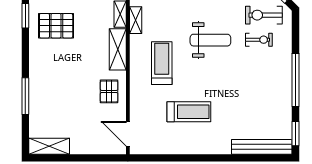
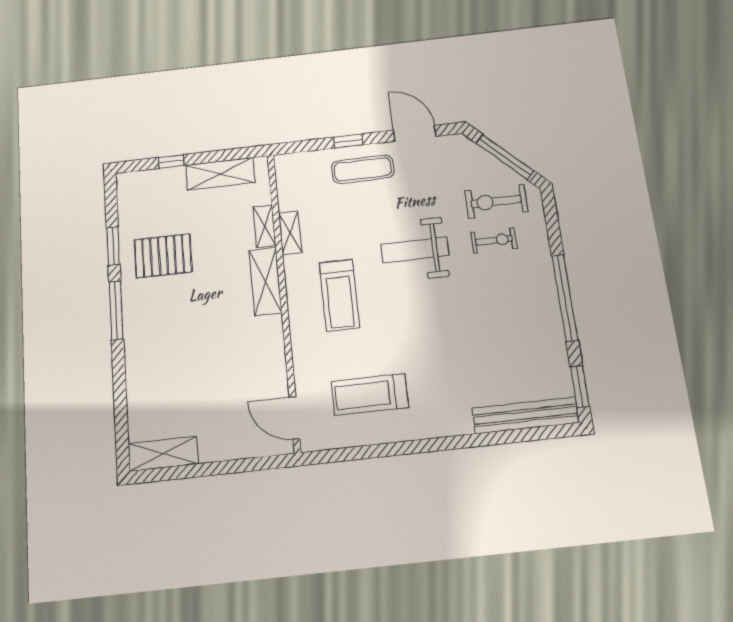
weight bench: (210, 40) -> (415, 250), turned 180
treadmill: (162, 63) -> (339, 295), turned 180
pallet: (109, 91) -> (257, 351), removed
window: (25, 96) -> (116, 310), moved
treadmill: (189, 112) -> (370, 394), moved, turned 180

